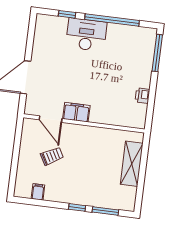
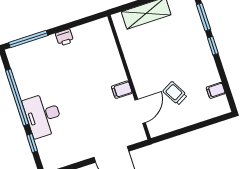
printer: (142, 96) -> (65, 37), moved
filing cabinet: (76, 112) -> (122, 90), width x0.50

